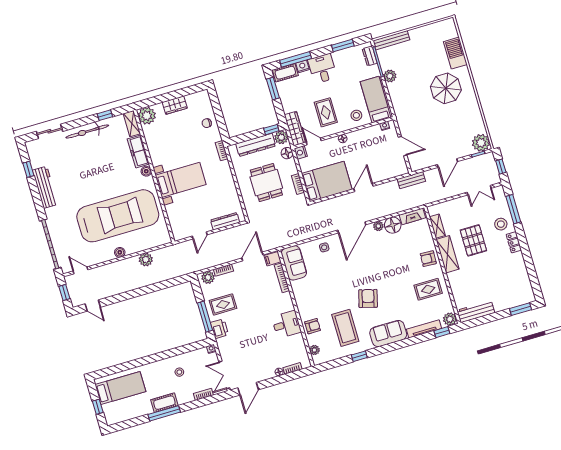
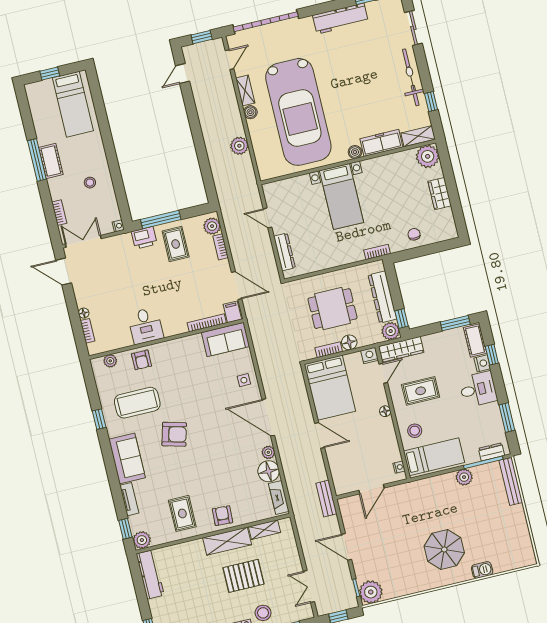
barbecue: (455, 53) -> (482, 570), width x0.53, depth x0.65
window: (296, 59) -> (492, 355), width x0.46
floor lamp: (287, 153) -> (349, 342), moved
shelving: (103, 257) -> (245, 90), added
tv unit: (424, 329) -> (129, 499), width x0.71

